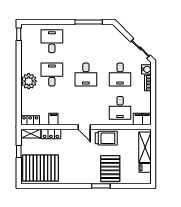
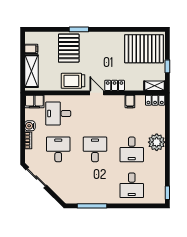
water cooler: (146, 69) -> (30, 126), moved
desk: (120, 108) -> (58, 113), turned -90
locker: (51, 134) -> (115, 85), moved

